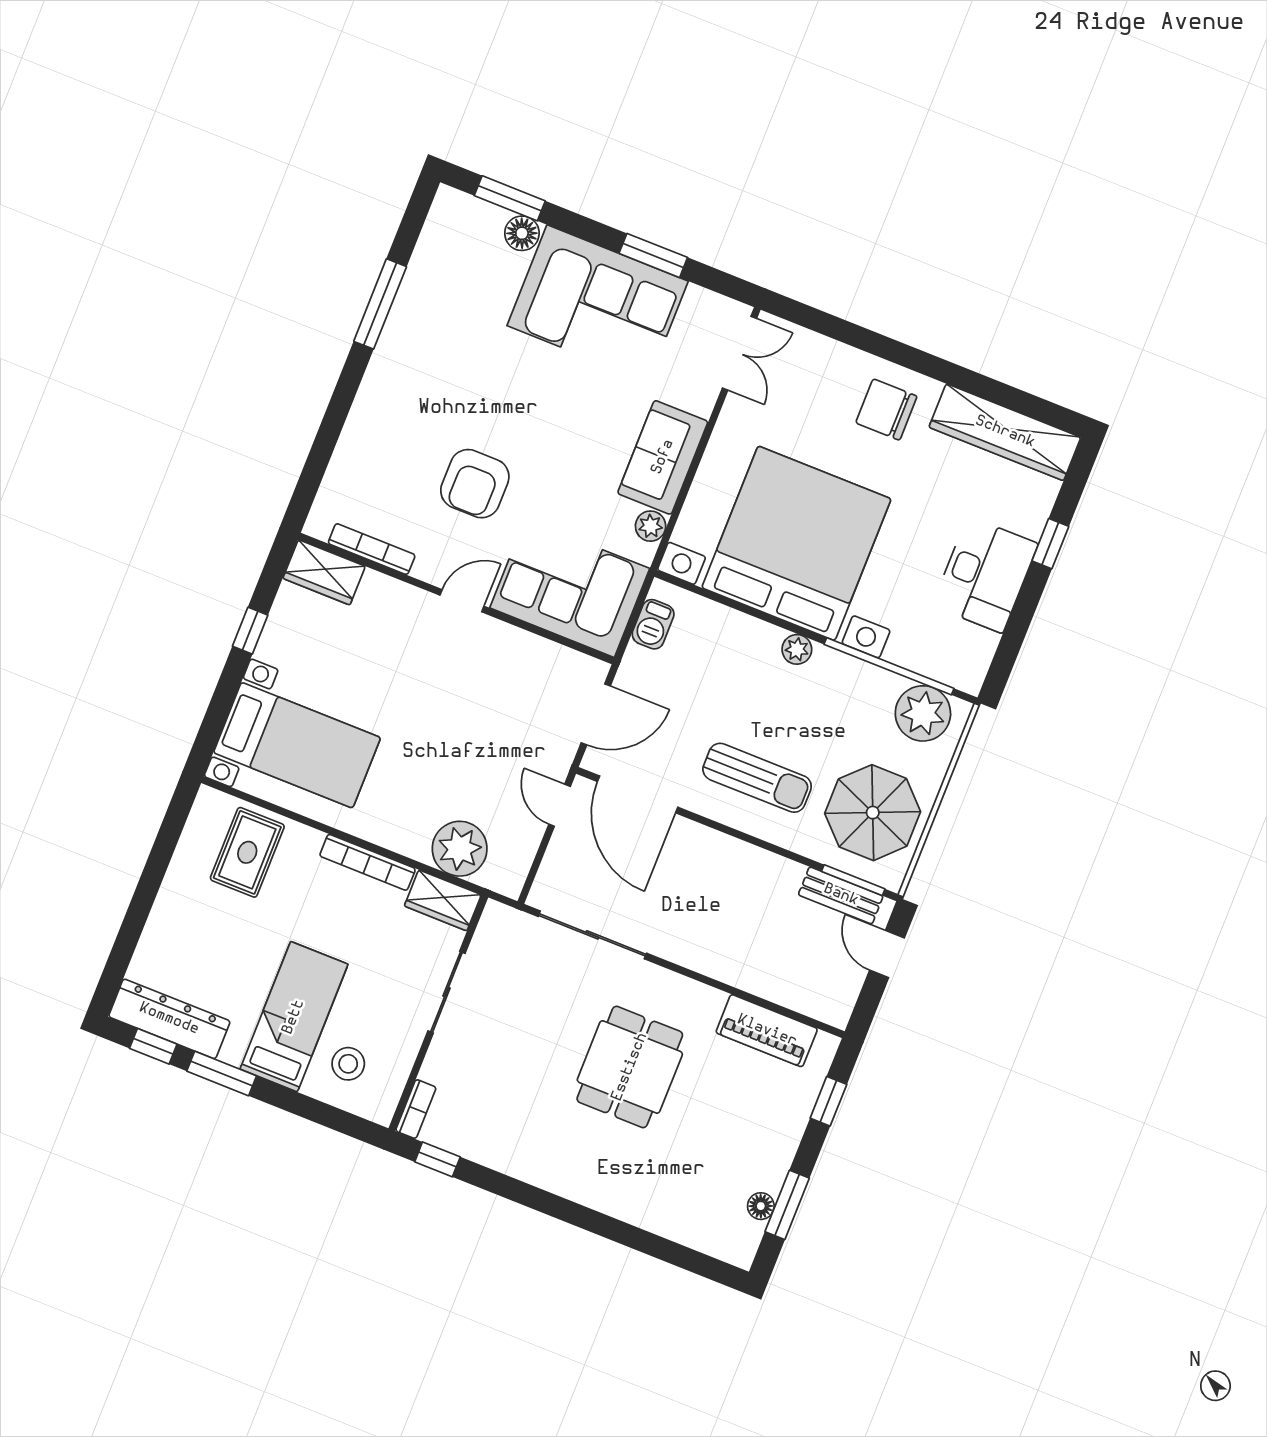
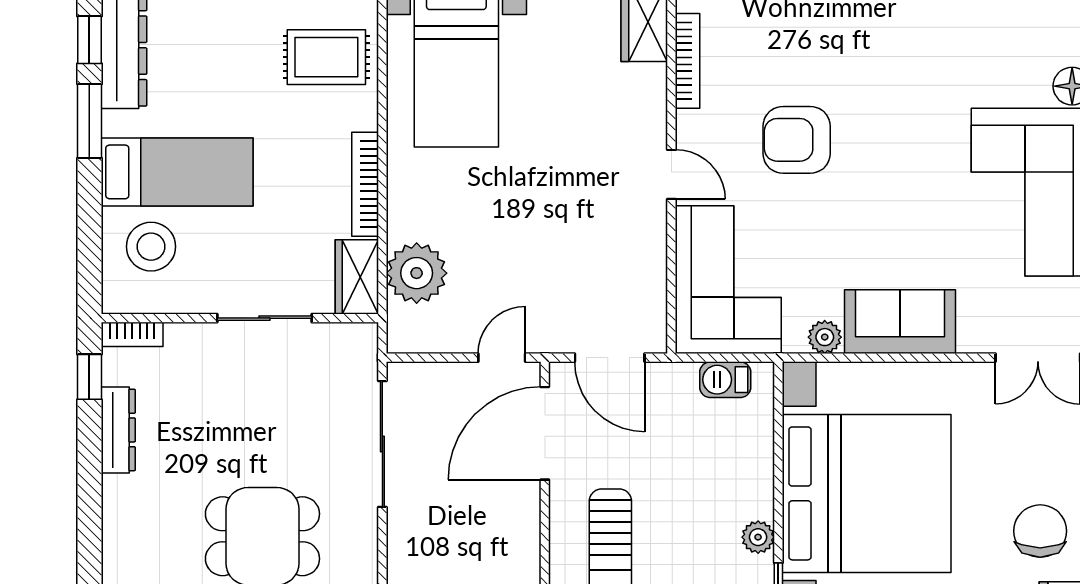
stool: (348, 1064) -> (151, 247), width x1.38, depth x1.38
dresser: (492, 1153) -> (118, 430), added

